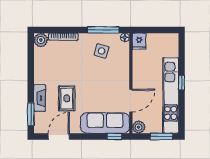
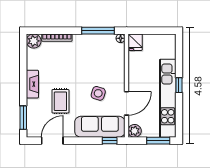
side table: (101, 51) -> (98, 93), moved
fireplace: (40, 98) -> (32, 84), moved

